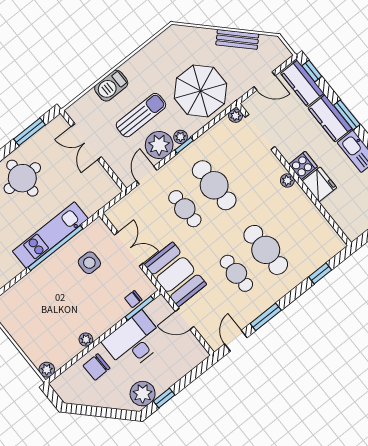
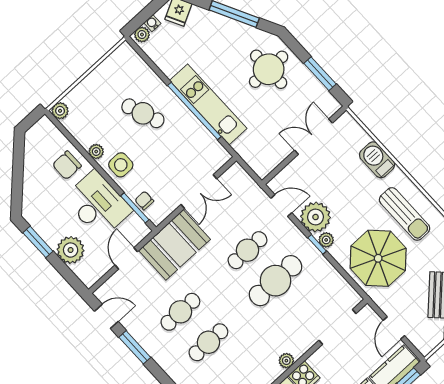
sun lounger: (141, 115) -> (405, 214), moved
plant: (236, 116) -> (354, 299), removed
cafe table: (266, 250) -> (208, 342), width x0.73, depth x0.74
side table: (89, 263) -> (121, 165), moved
cafe table: (54, 295) -> (143, 113), added
chair: (97, 367) -> (67, 165), turned -89
plant: (143, 394) -> (71, 250), moved
window: (164, 398) -> (38, 242), width x1.50

